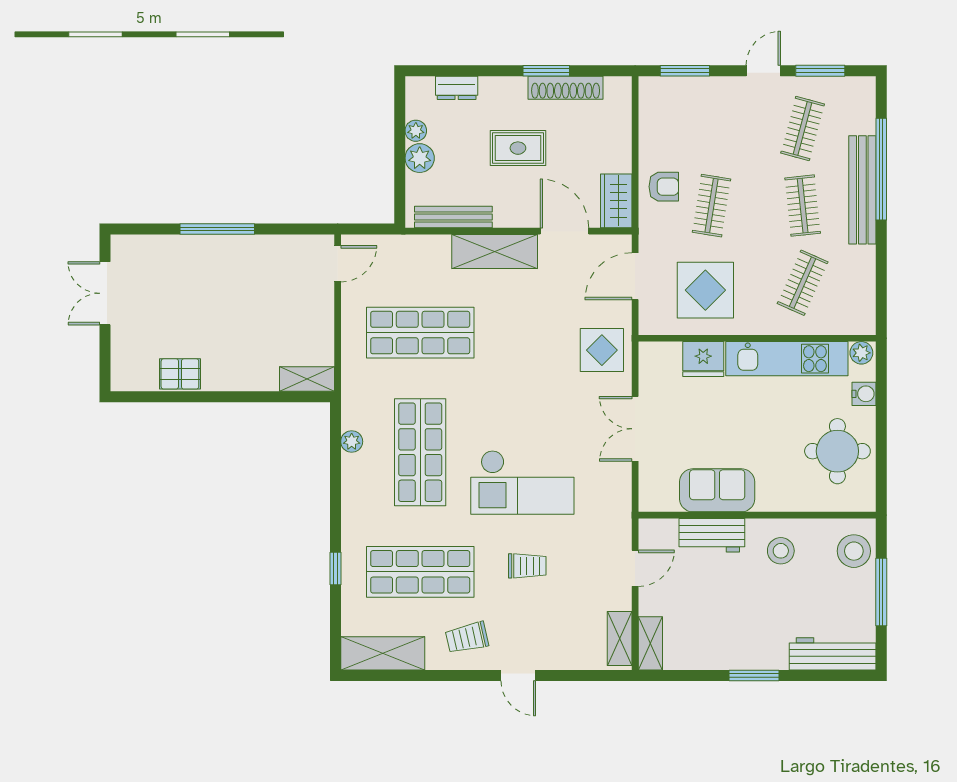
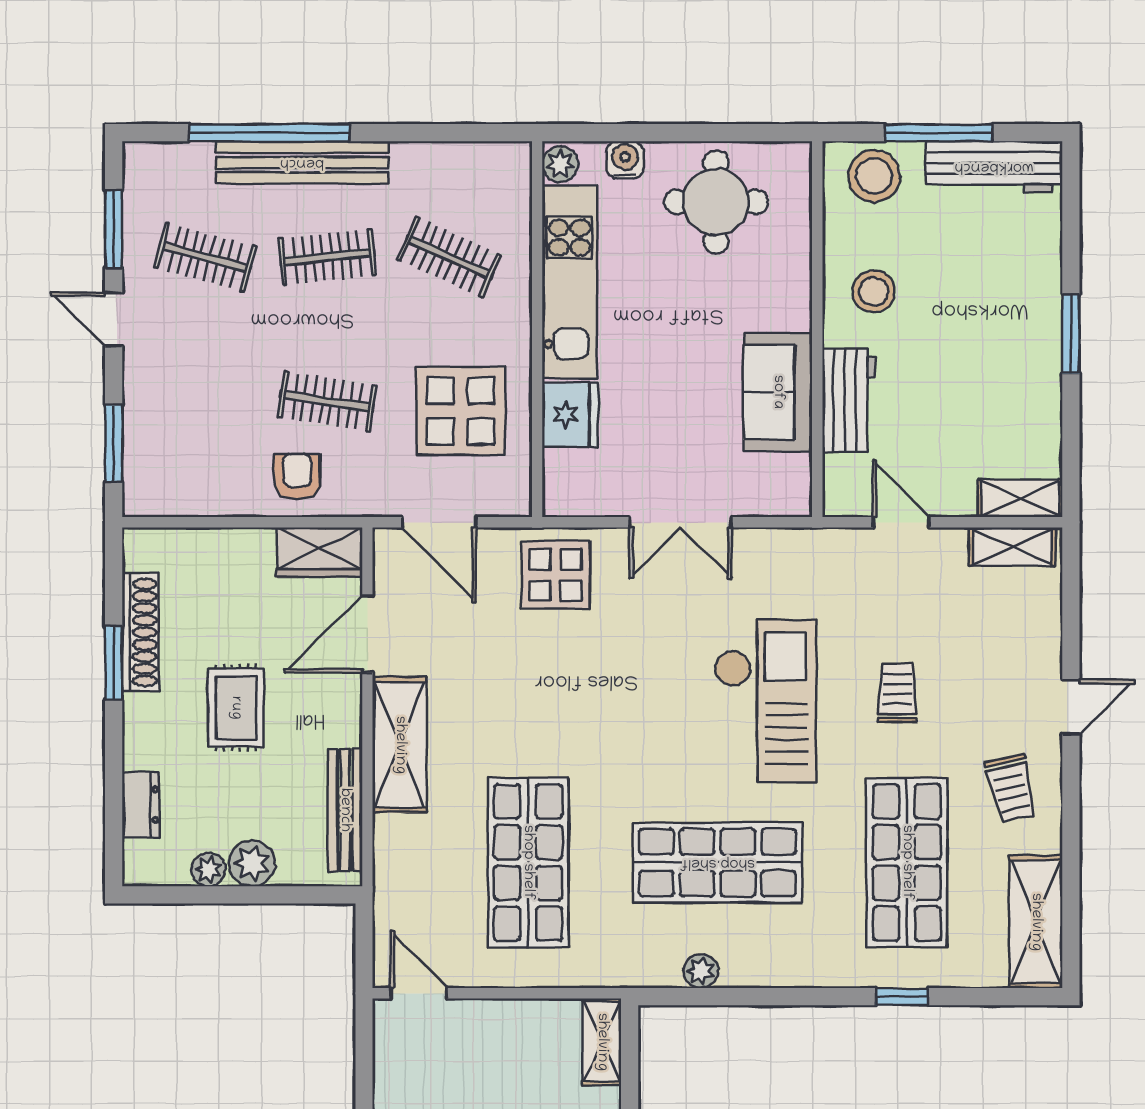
workbench: (833, 654) -> (994, 167), moved, turned -90

